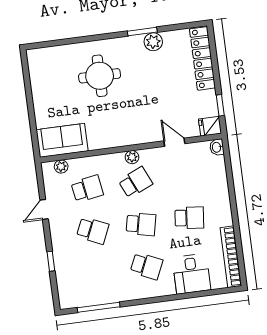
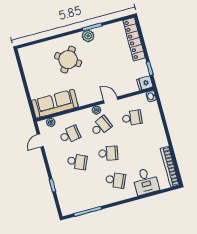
plant: (153, 42) -> (88, 36), moved
round table: (100, 76) -> (68, 60), turned 35
sofa: (62, 140) -> (55, 104), width x1.36
door: (174, 142) -> (111, 100), moved
door: (44, 209) -> (40, 140), moved
school desk: (189, 218) -> (132, 118), moved

